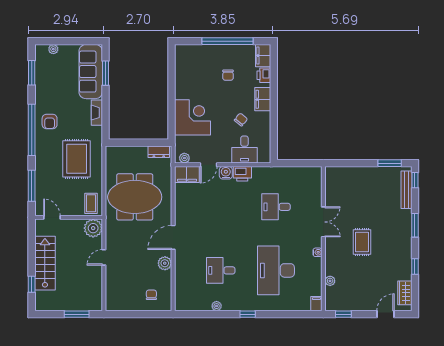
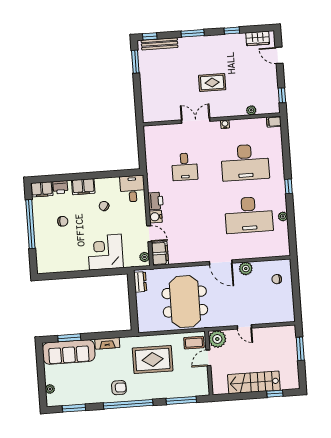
desk: (244, 150) -> (132, 189), moved, turned -90
door: (52, 217) -> (208, 358), moved
desk: (221, 270) -> (249, 215), width x1.87, depth x1.30

